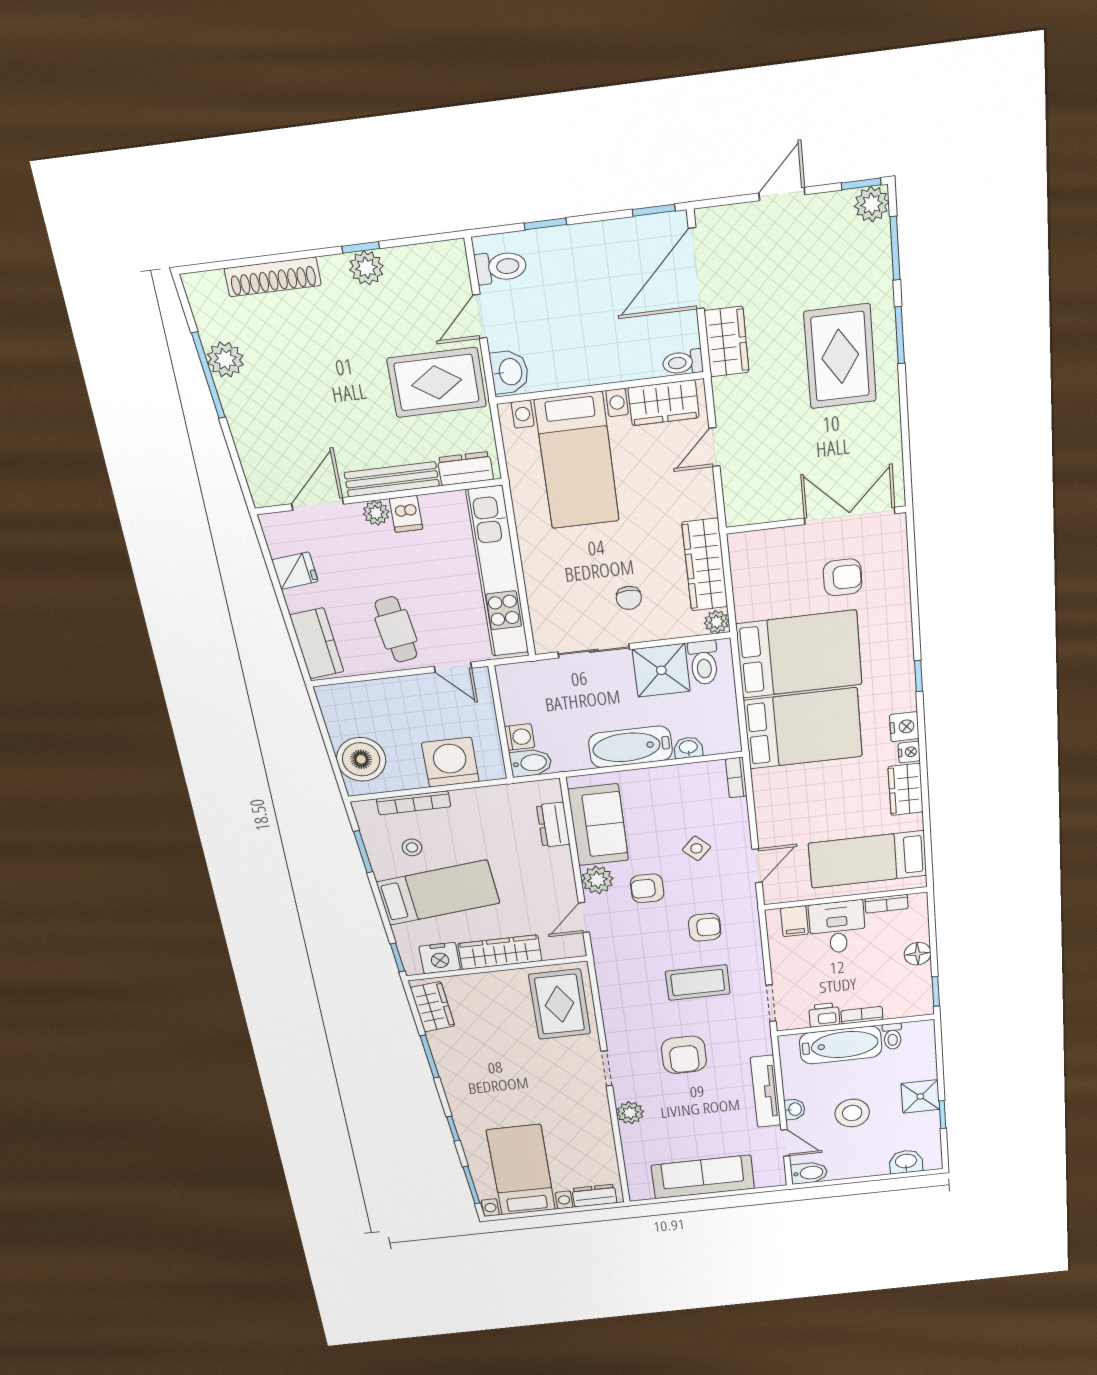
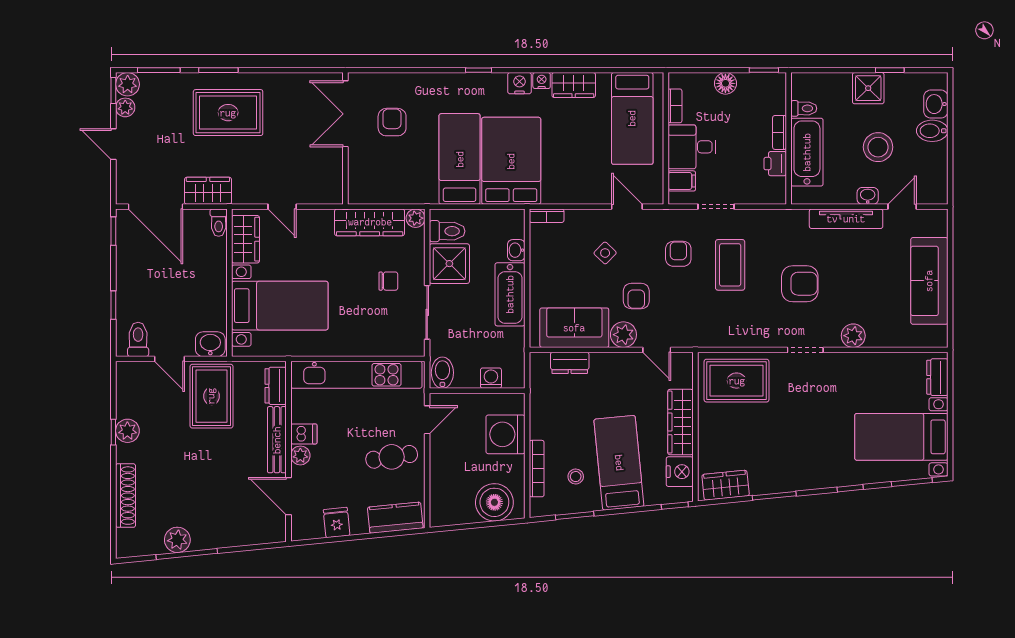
plant: (837, 205) -> (125, 107), added
bed: (799, 654) -> (460, 159), width x0.67
bidet: (531, 763) -> (442, 373), moved
doorway: (771, 1003) -> (716, 207), moved
bidet: (809, 1173) -> (932, 131), moved, turned -90

